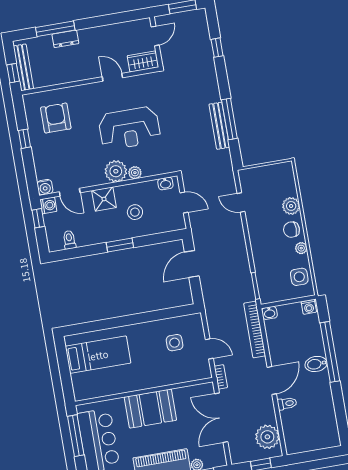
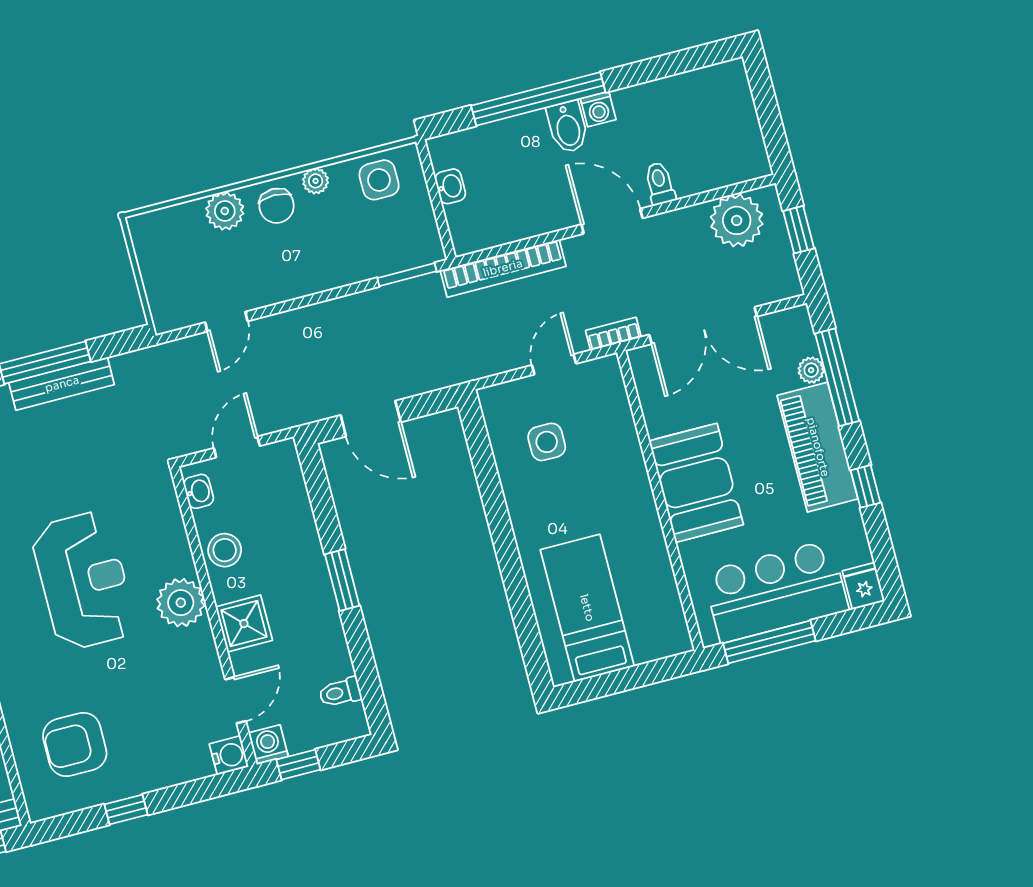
plant: (135, 173) -> (180, 560), removed
stool: (135, 212) -> (225, 550), moved
washing machine: (309, 307) -> (598, 109), moved, turned 90
washbasin: (269, 313) -> (450, 186), moved

